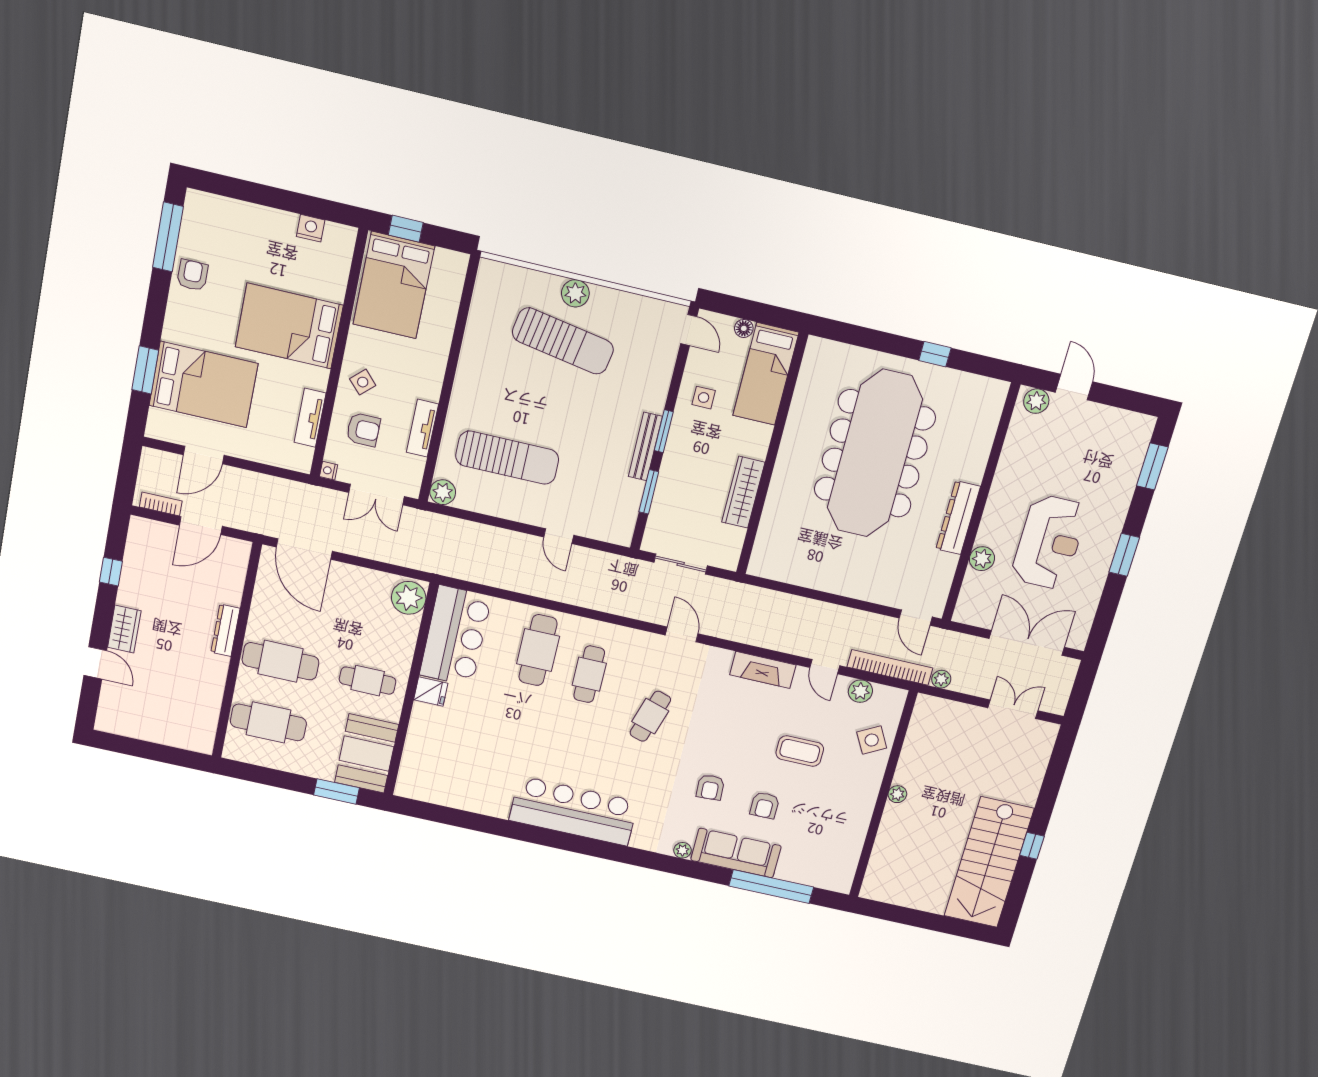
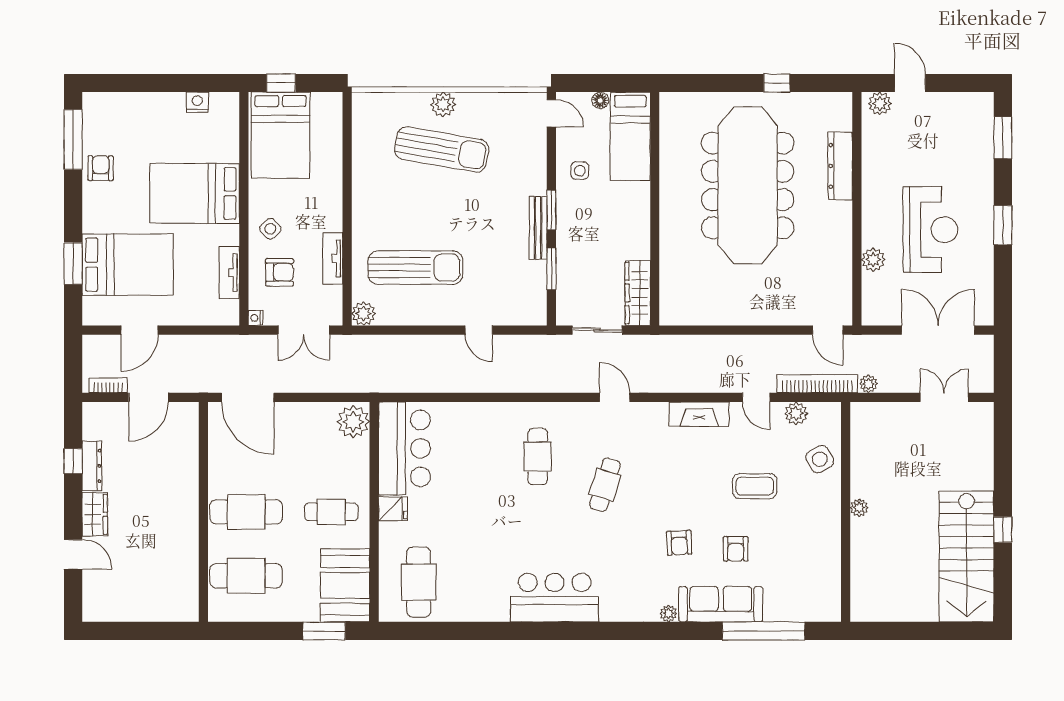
wardrobe: (743, 492) -> (638, 293), moved
dresser: (958, 518) -> (840, 166), moved
dresser: (225, 630) -> (92, 466), moved, turned 180
cafe table: (538, 650) -> (419, 582), moved
bar counter: (574, 811) -> (555, 598), width x0.73

